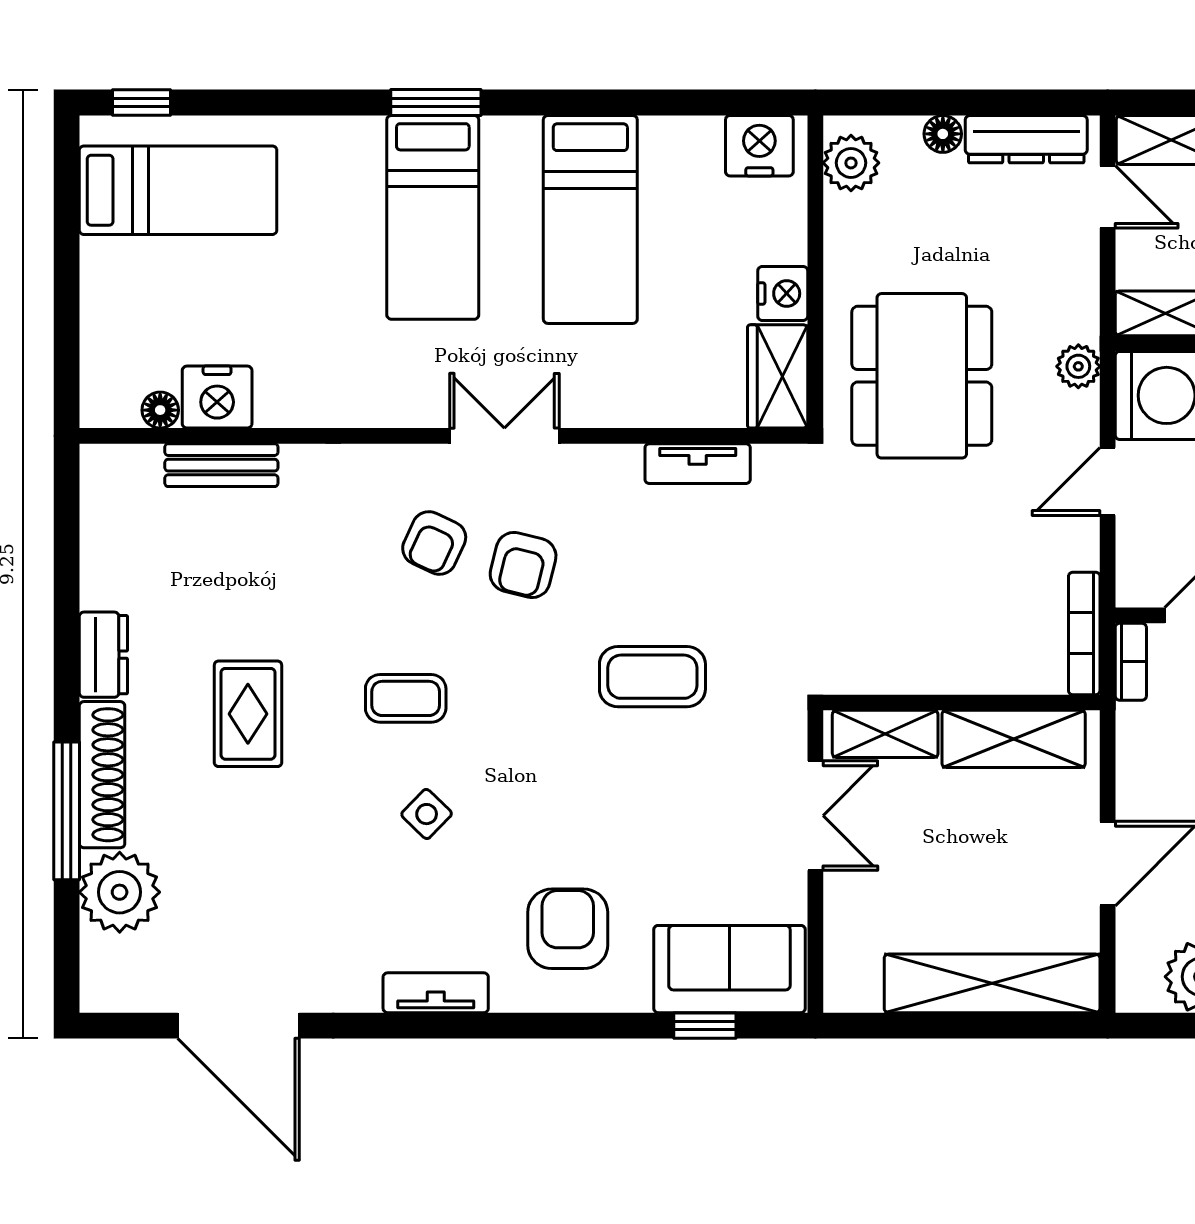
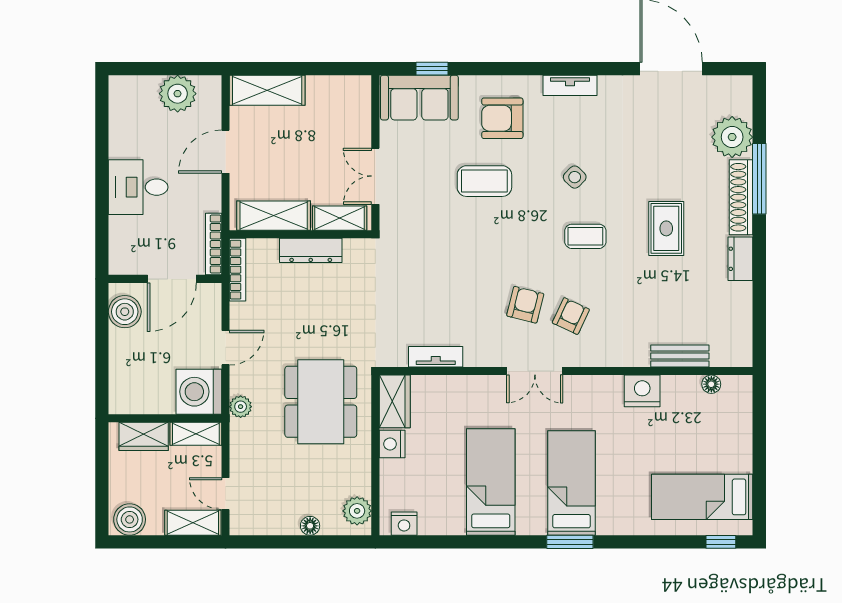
dresser: (1026, 139) -> (311, 250), moved, turned 180
nightstand: (759, 146) -> (404, 524), width x0.74, depth x0.75
nightstand: (217, 397) -> (642, 391), moved
bookcase: (1131, 662) -> (214, 244), width x1.56
coffee table: (652, 677) -> (484, 181), moved
armchair: (568, 929) -> (502, 118), turned 90
shelving: (992, 983) -> (267, 90), width x0.68

